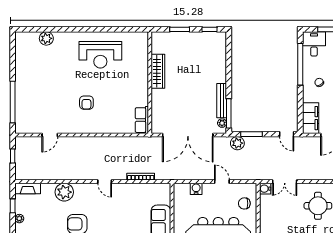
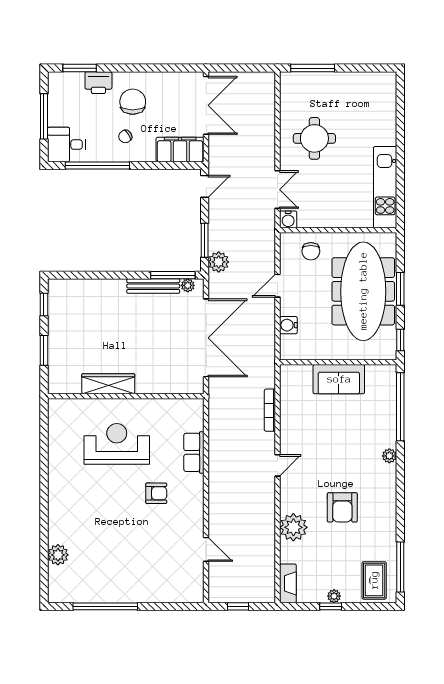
reception desk: (100, 55) -> (117, 444), moved, turned -90
window: (13, 102) -> (105, 606), moved
row of seats: (142, 120) -> (194, 452), moved, turned 90
window: (13, 206) -> (331, 606), moved

